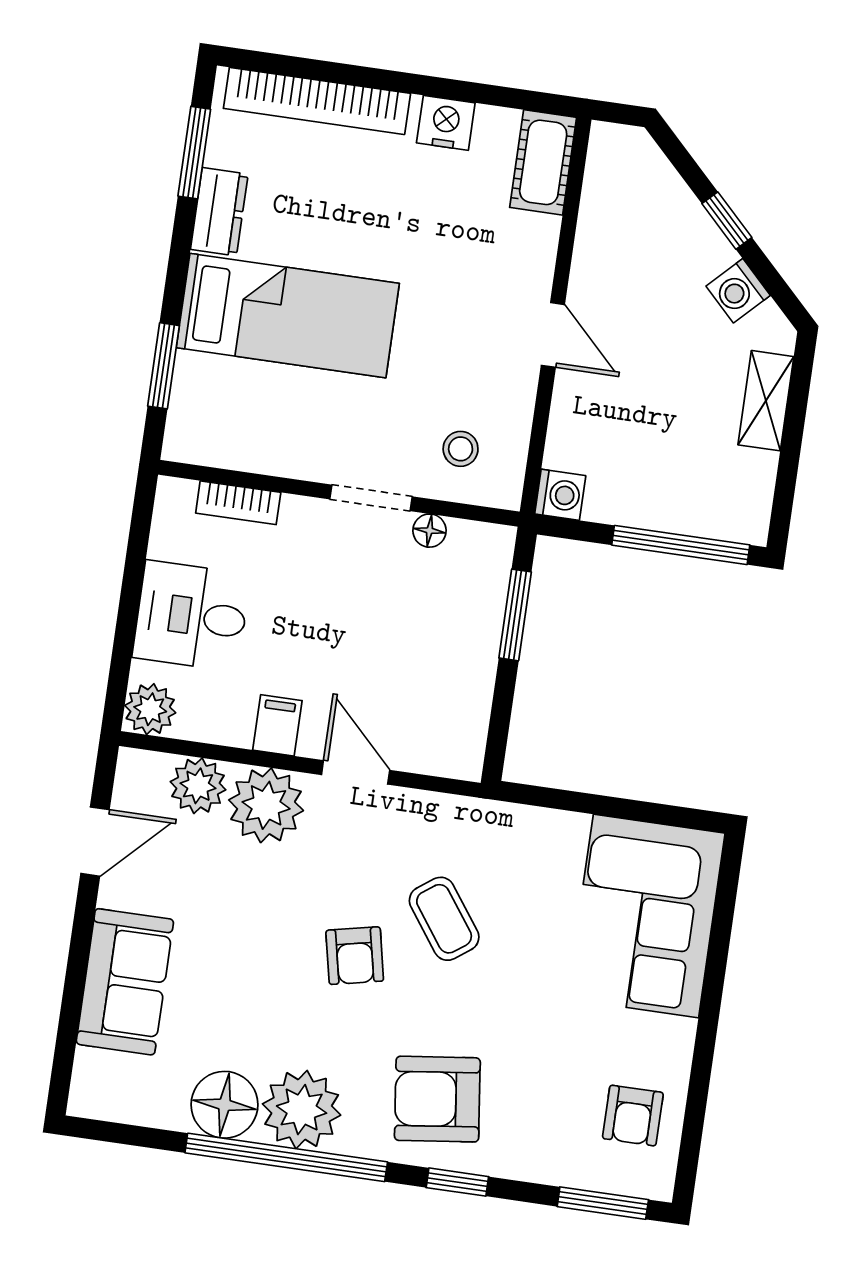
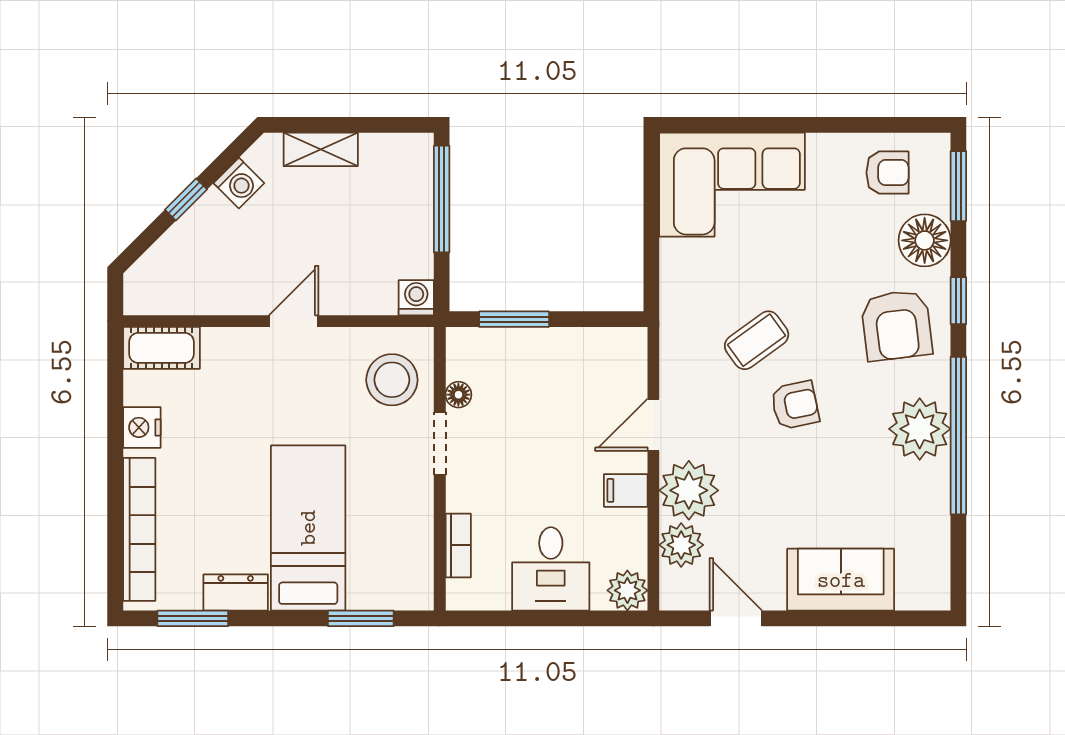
stool: (461, 449) -> (392, 380), width x1.89, depth x1.89
floor lamp: (224, 1105) -> (925, 240), moved

